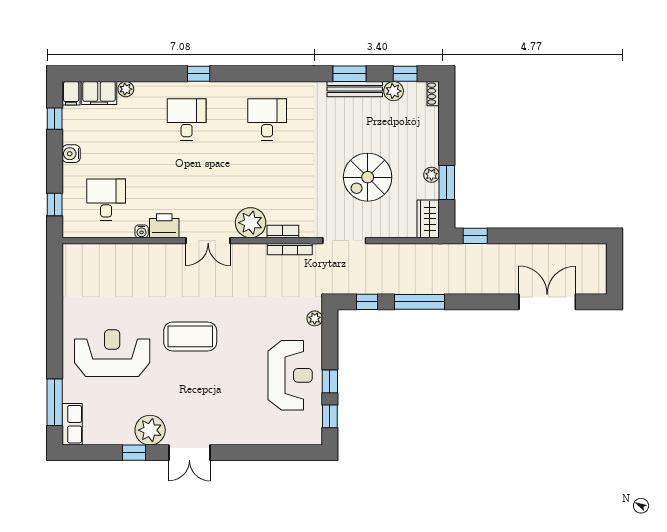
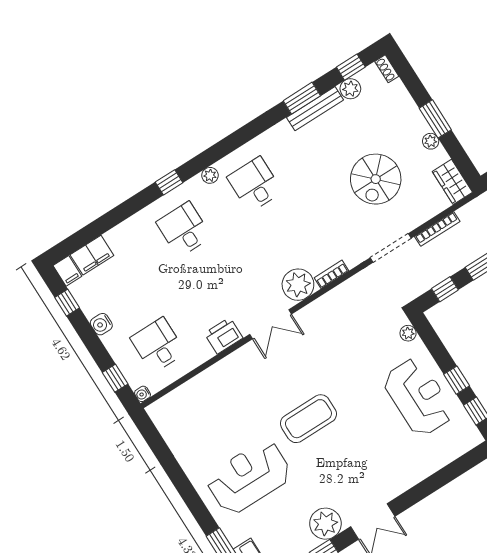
plant: (126, 89) -> (210, 175), moved
window: (447, 182) -> (435, 119), moved
water cooler: (142, 231) -> (143, 394), moved, turned 90
bookcase: (290, 249) -> (437, 229), moved

